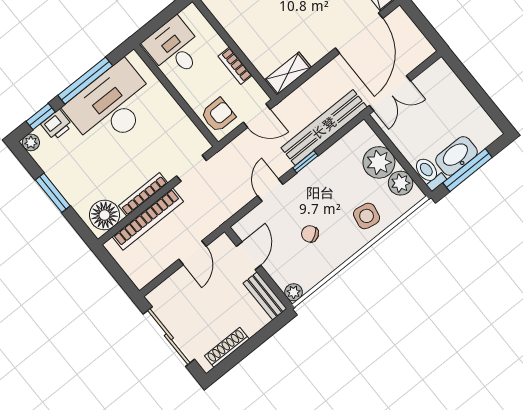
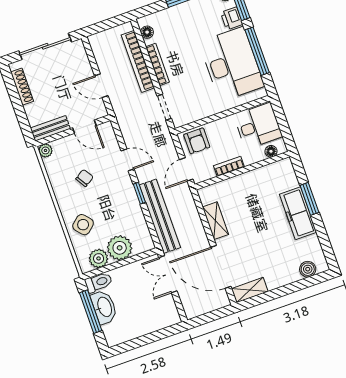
floor lamp: (199, 22) -> (271, 151), added
shelving: (288, 74) -> (216, 221), moved
floor lamp: (105, 215) -> (147, 32), width x0.53, depth x0.53
side table: (367, 216) -> (83, 225), turned 38

